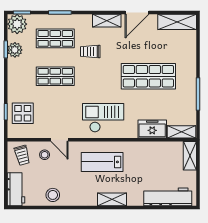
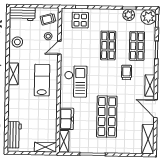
workbench: (168, 197) -> (14, 135), width x0.73
shelving: (112, 199) -> (13, 74), moved

